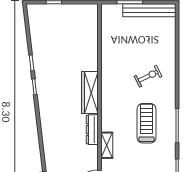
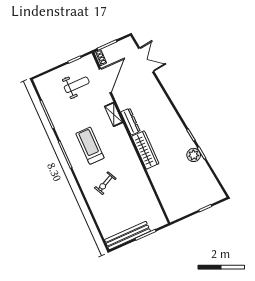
plant: (41, 64) -> (194, 155), added
treadmill: (147, 123) -> (90, 146), turned 180

